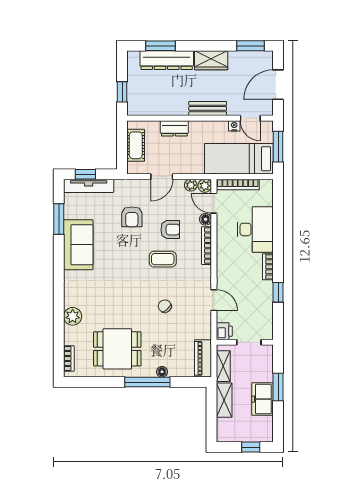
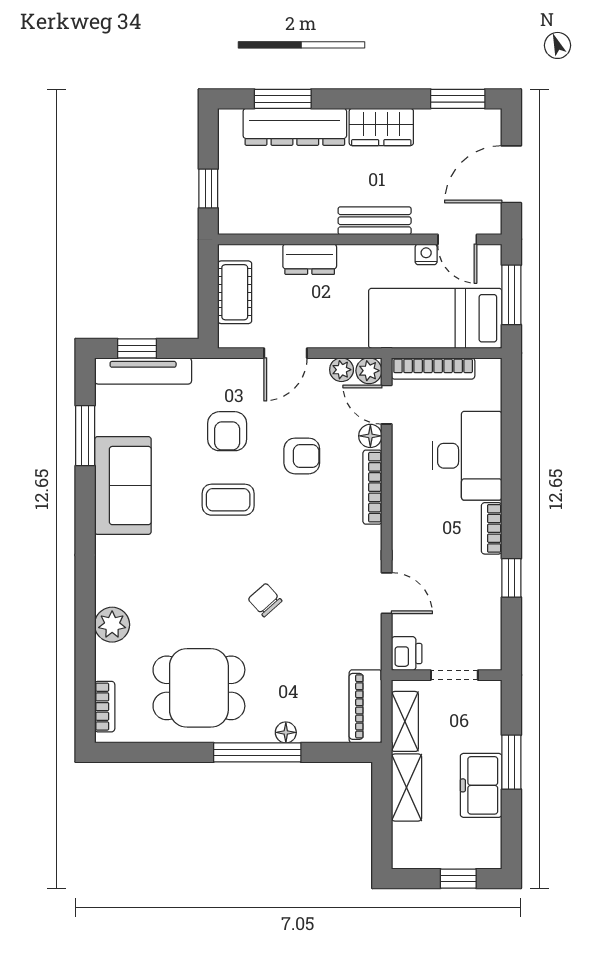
coffee table: (163, 259) -> (228, 500), moved
chair: (165, 306) -> (265, 600), moved

